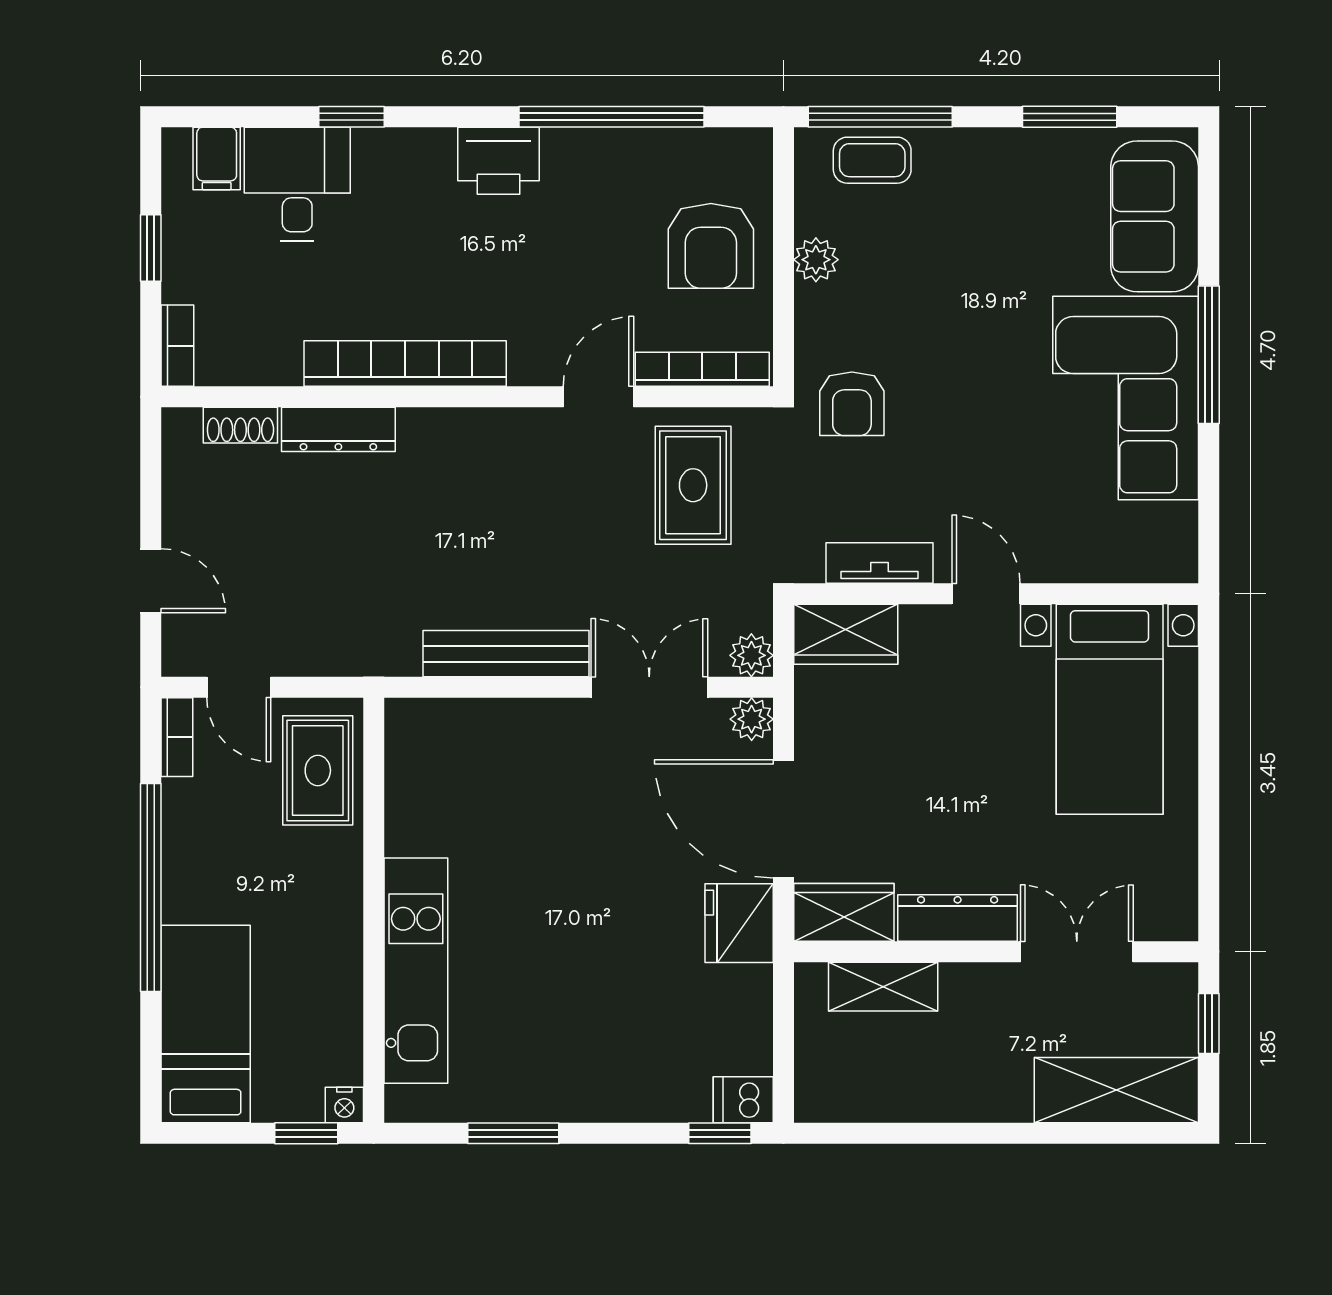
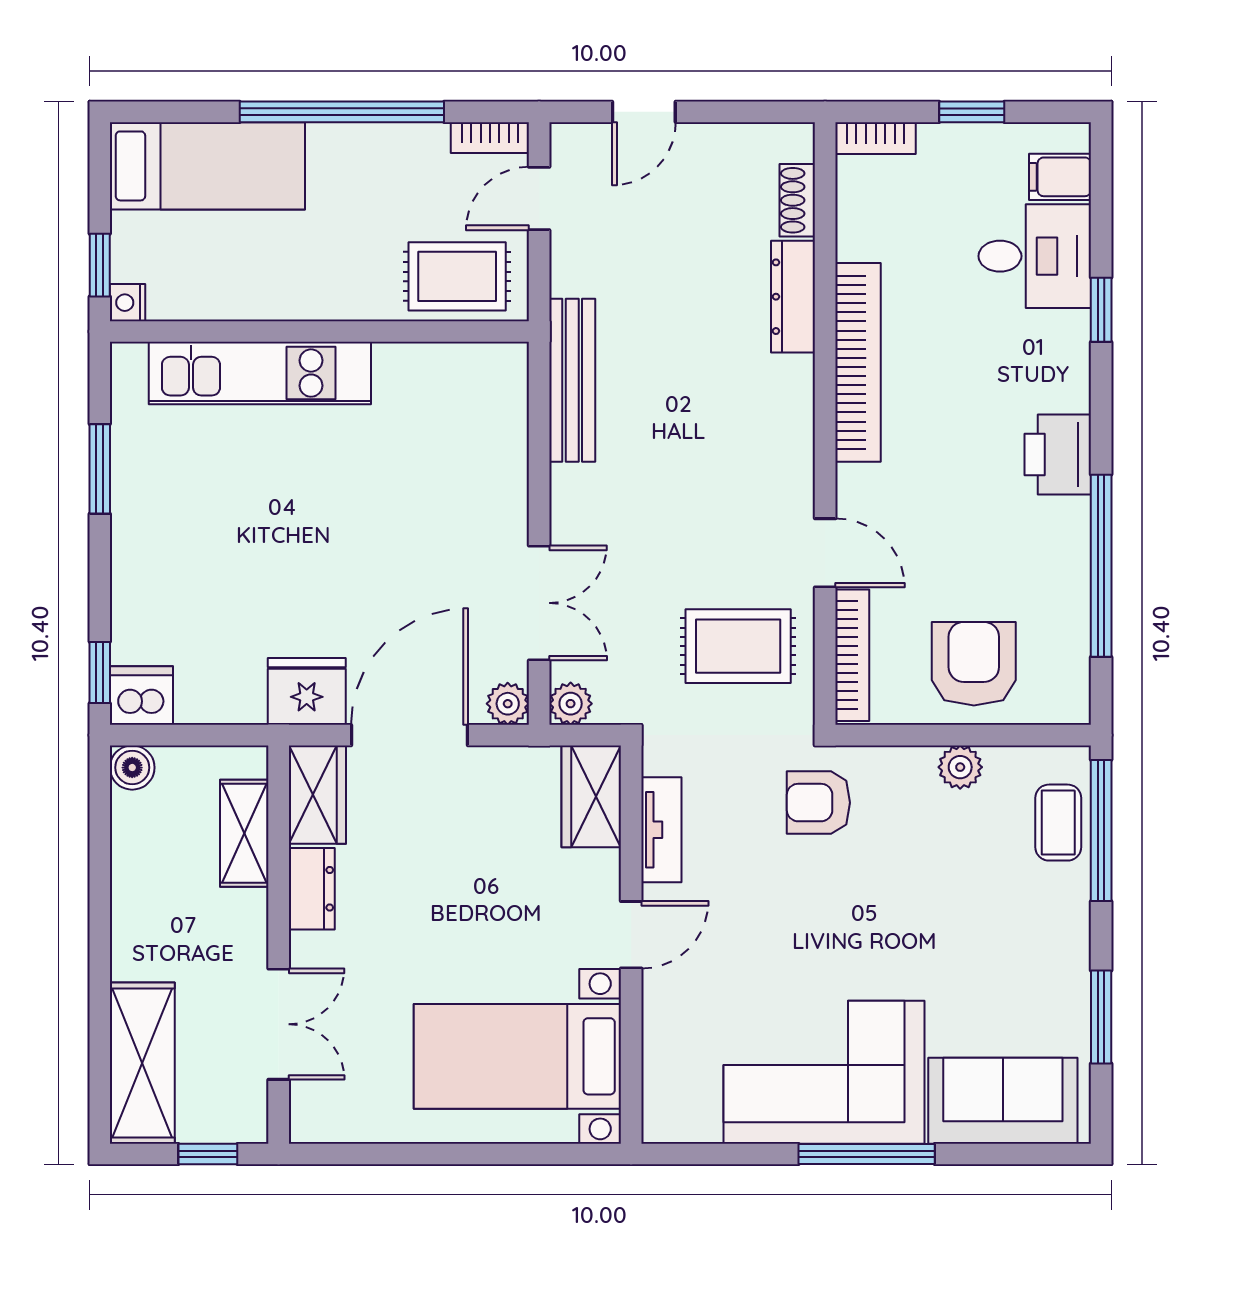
armchair: (711, 246) -> (974, 664), turned 90
bench: (506, 654) -> (572, 380), moved
dresser: (958, 918) -> (312, 889), width x0.70
dishwasher: (743, 1100) -> (141, 695), width x1.38
boiler: (816, 1100) -> (132, 768), added

